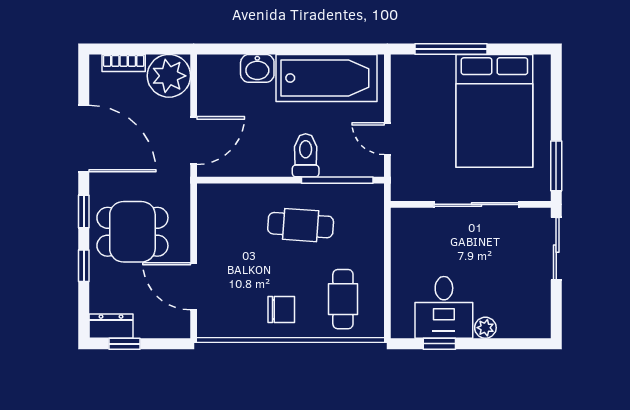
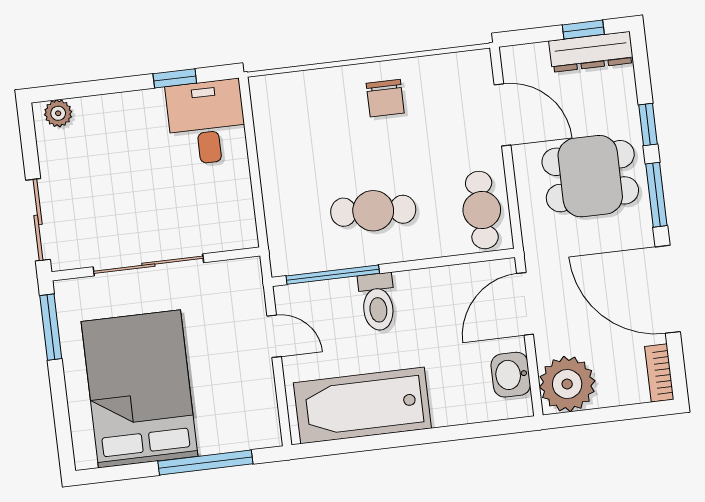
bookcase: (124, 63) -> (659, 373), moved, turned -90
washbasin: (257, 68) -> (511, 375), moved, turned -90
window: (84, 212) -> (656, 195), width x1.50
cafe table: (343, 299) -> (482, 210), moved
desk: (444, 307) -> (207, 122), moved
chair: (281, 310) -> (385, 98), turned -90
dresser: (111, 326) -> (591, 52), width x1.44
plant: (485, 328) -> (58, 113), moved

